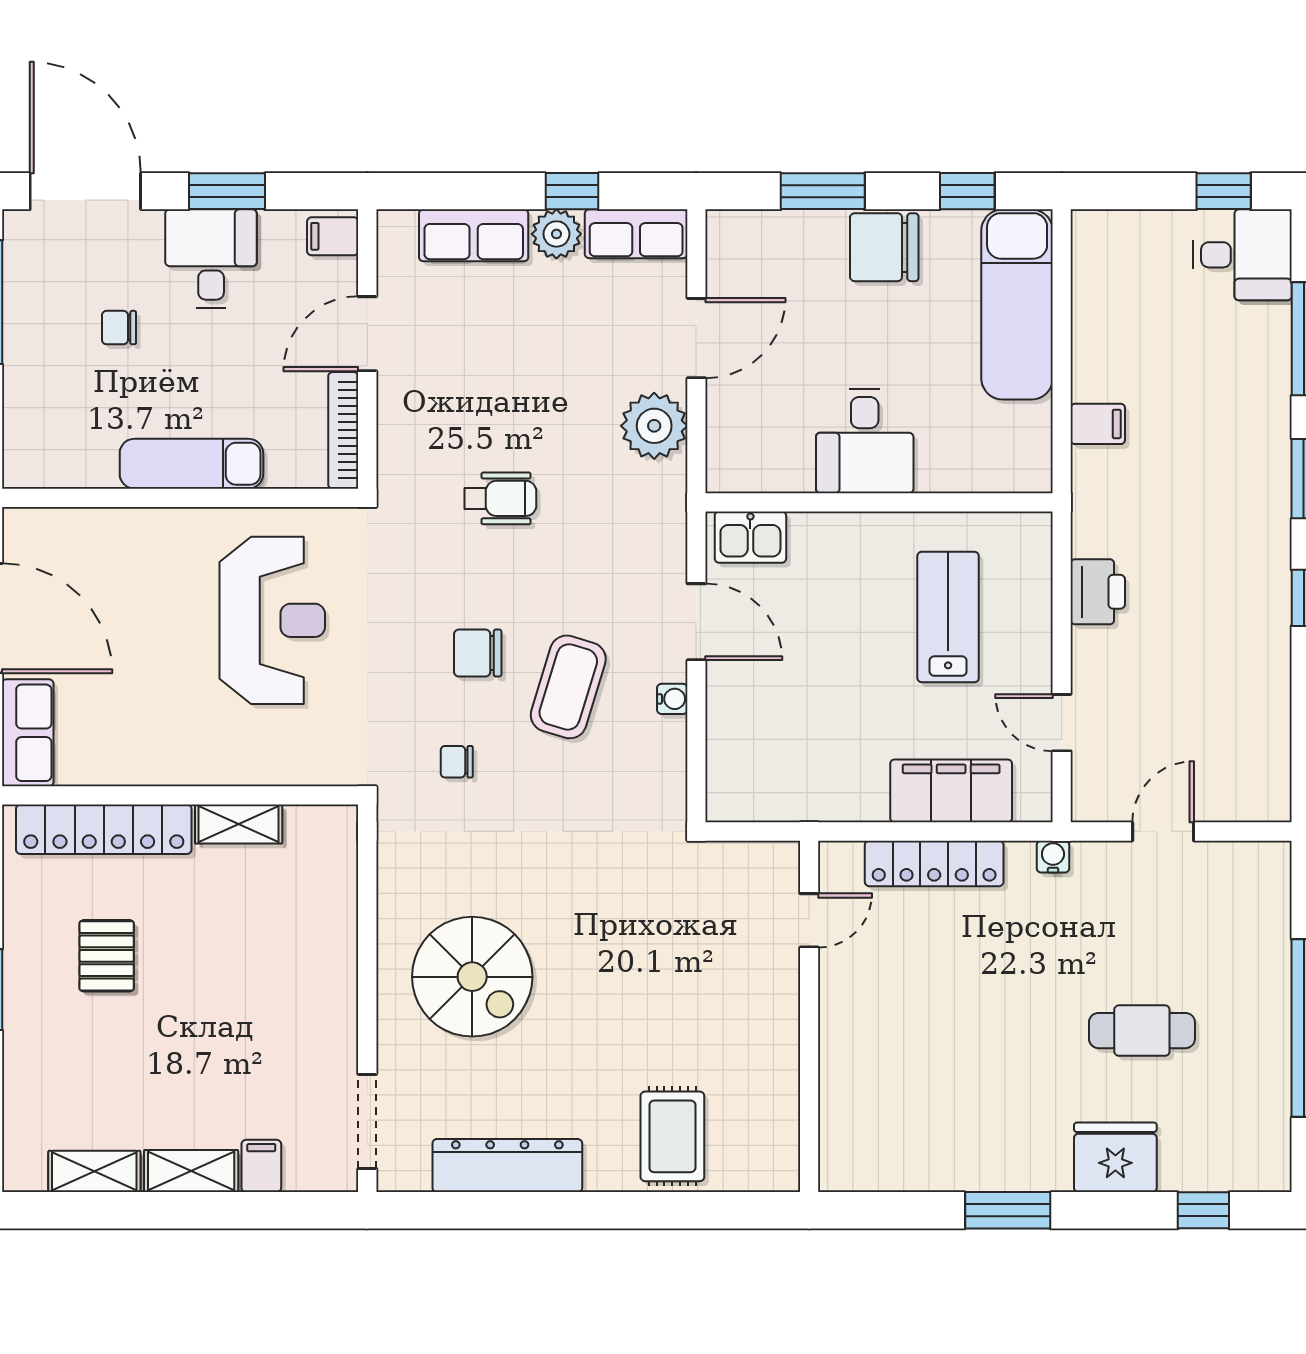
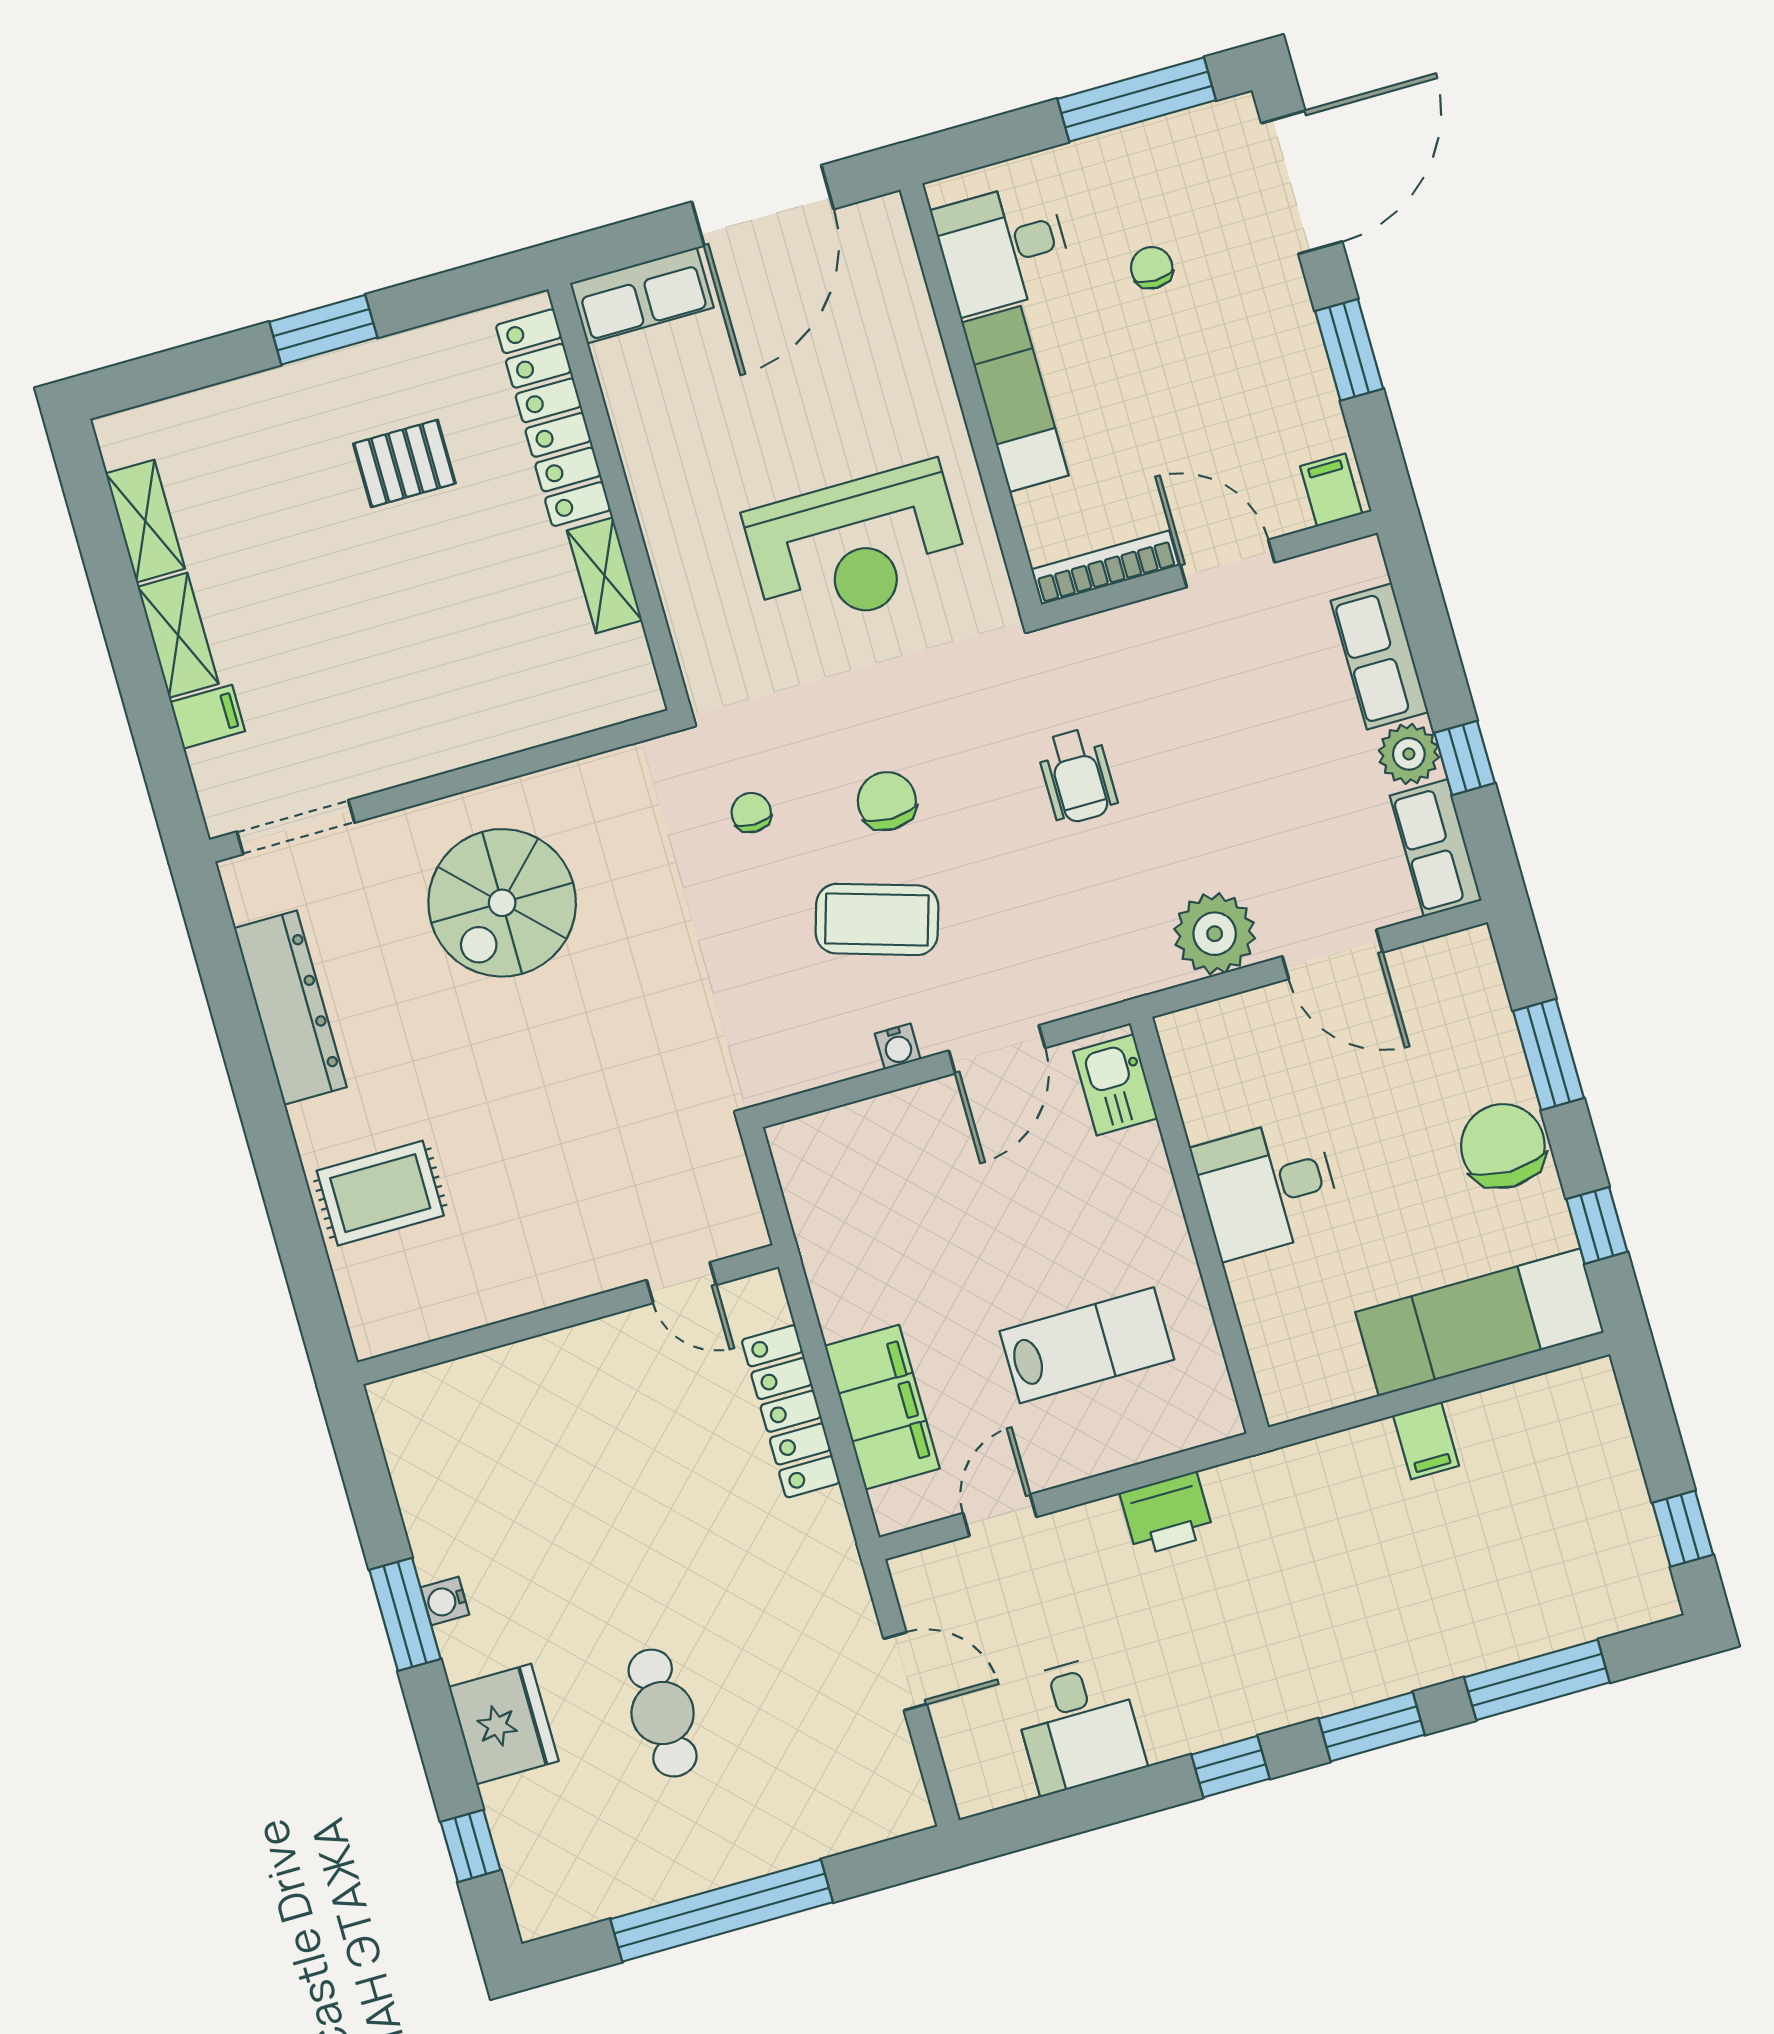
desk: (1242, 255) -> (1078, 1724), moved
desk: (211, 258) -> (1003, 248), moved, turned 180
filing cabinet: (1098, 424) -> (1426, 1441), moved
water cooler: (1053, 857) -> (445, 1601), moved, turned 180

